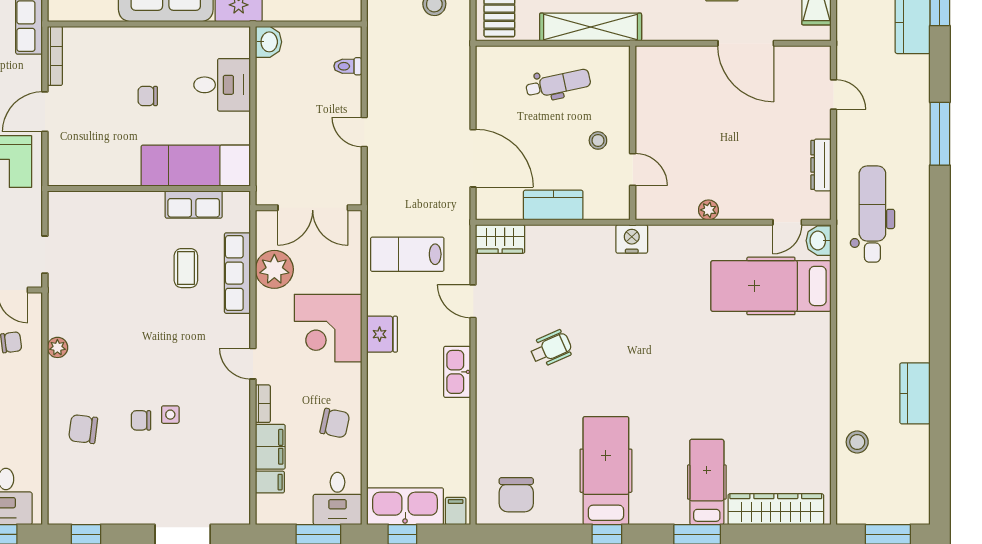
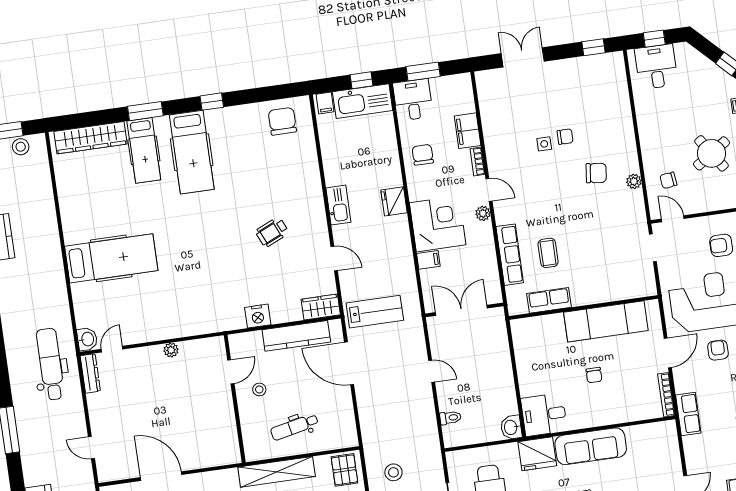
desk: (222, 85) -> (544, 415), moved
chair: (148, 96) -> (594, 375), turned 90
dresser: (821, 165) -> (90, 373), moved
exam couch: (196, 166) -> (606, 321), moved
door: (633, 170) -> (231, 372), swing flipped
kitchen counter: (553, 205) -> (296, 336), width x1.50
dental chair: (872, 214) -> (50, 364), turned 180
nightstand: (632, 239) -> (258, 316), moved
lab bench: (407, 254) -> (375, 312), moved
plant: (274, 269) -> (483, 213), moved, width x0.53, depth x0.53
hospital bed: (771, 286) -> (111, 258), moved
fridge: (382, 334) -> (394, 201), moved
chair: (335, 423) -> (423, 155), turned 78
chair: (83, 429) -> (596, 173), moved
stool: (857, 442) -> (21, 147), moved
hospital bed: (606, 471) -> (192, 152), moved
filing cabinet: (270, 482) -> (428, 260), moved, turned 180

